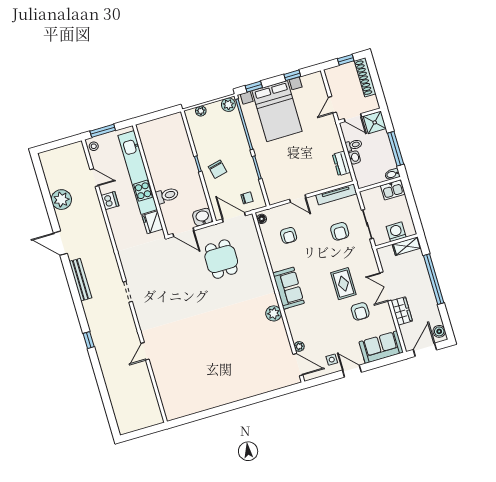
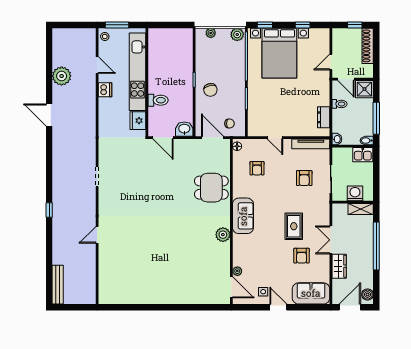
washbasin: (354, 157) -> (337, 139), moved
dining table: (221, 259) -> (211, 188), moved, turned 90
bench: (80, 280) -> (58, 285), moved

